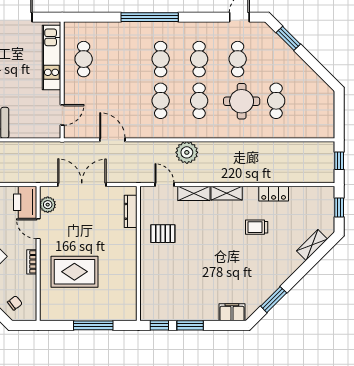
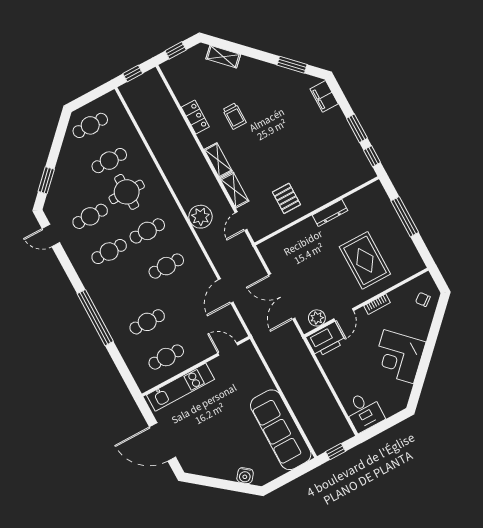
cafe table: (161, 59) -> (147, 322), moved
cafe table: (315, 101) -> (90, 125), added
dresser: (131, 211) -> (330, 213), moved

